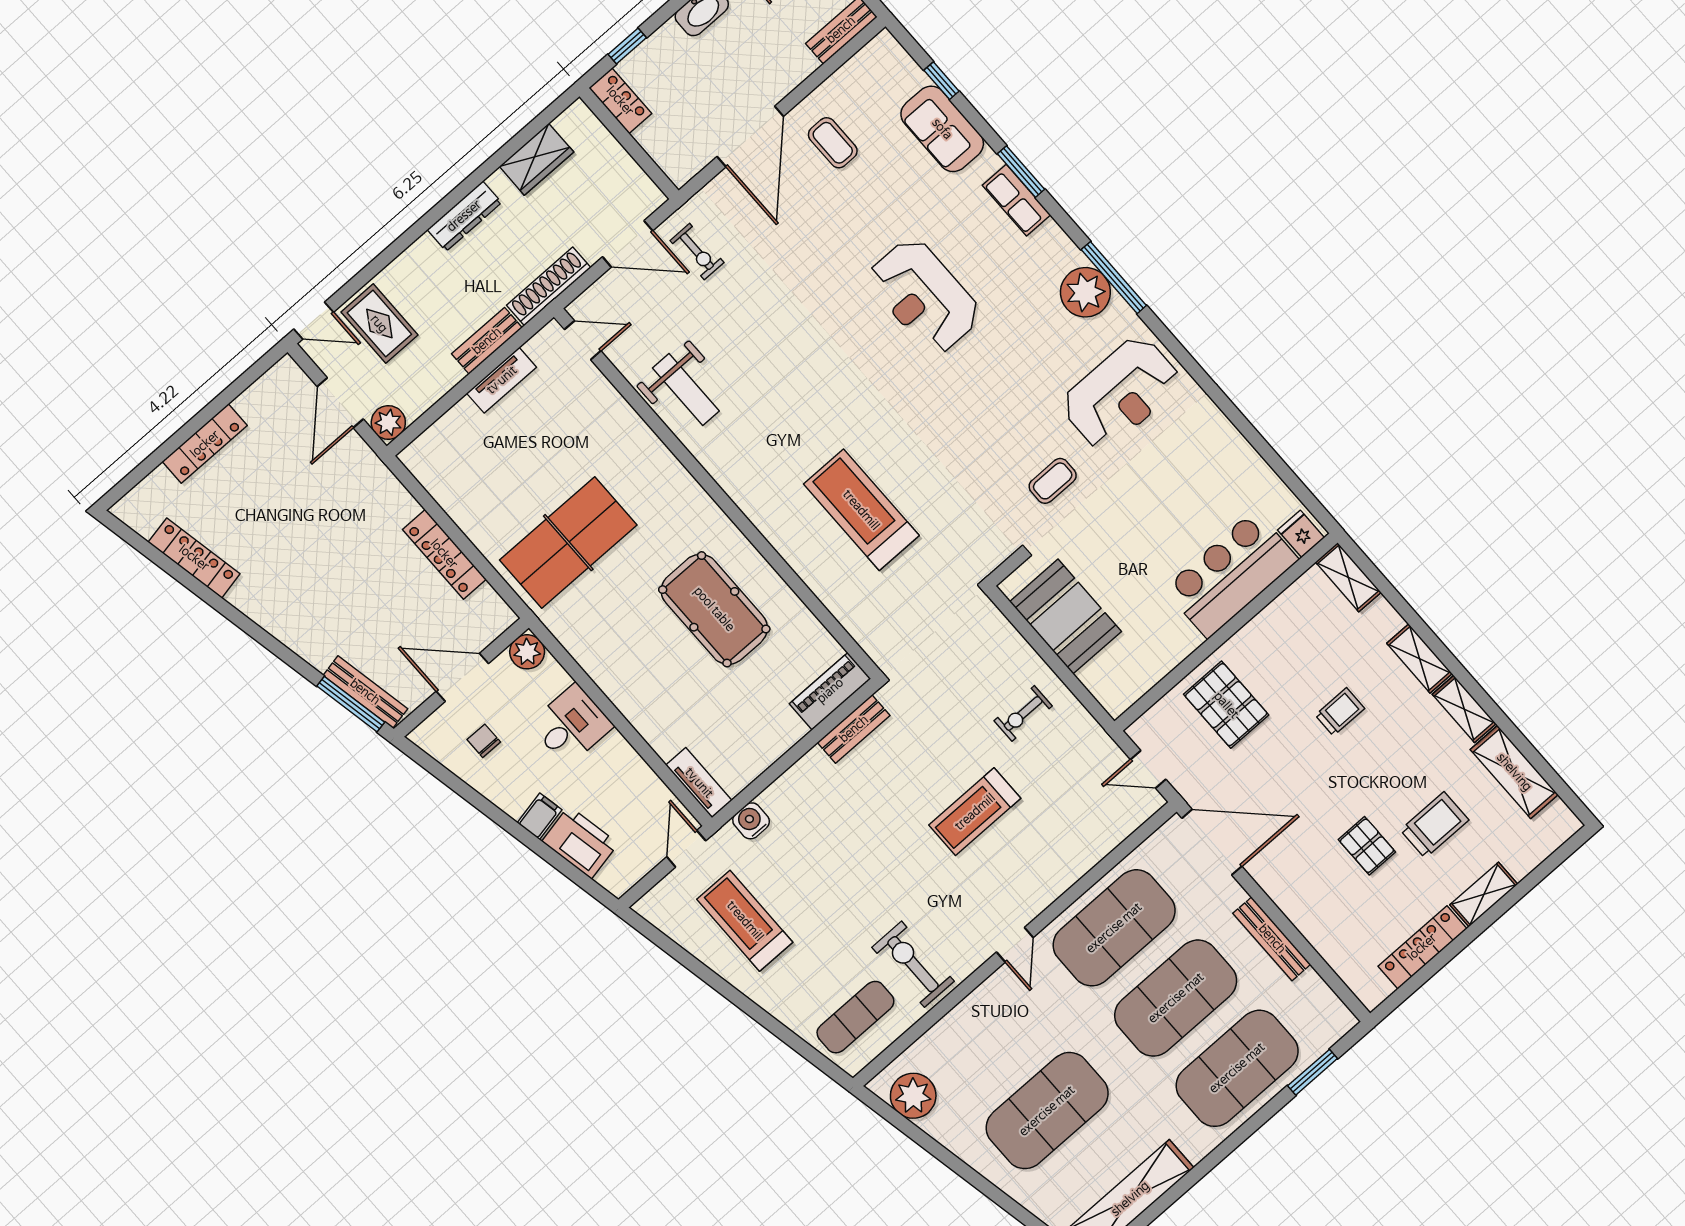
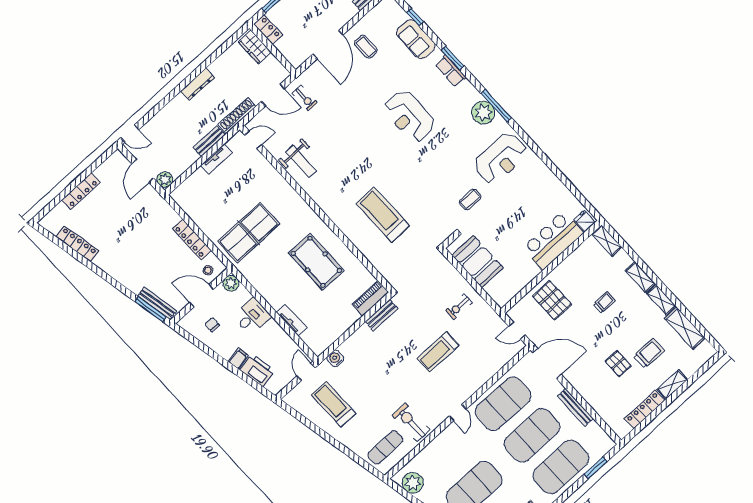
wardrobe: (536, 159) -> (255, 47), moved, turned 90
rug: (379, 324) -> (160, 134), removed
stool: (478, 622) -> (208, 270), added
tv unit: (699, 783) -> (292, 320), moved

